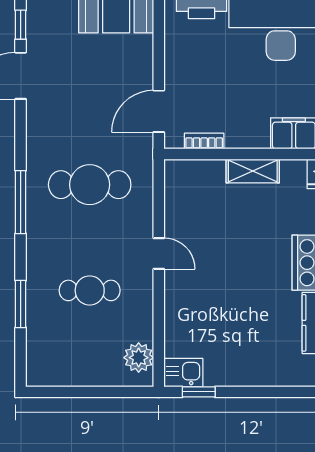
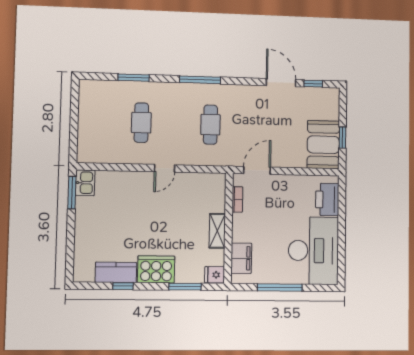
door: (159, 111) -> (257, 170), hinge flipped
cafe table: (90, 185) -> (210, 125), width x0.73, depth x0.74
plant: (139, 358) -> (96, 153), removed
window: (199, 392) -> (72, 193), width x1.50

